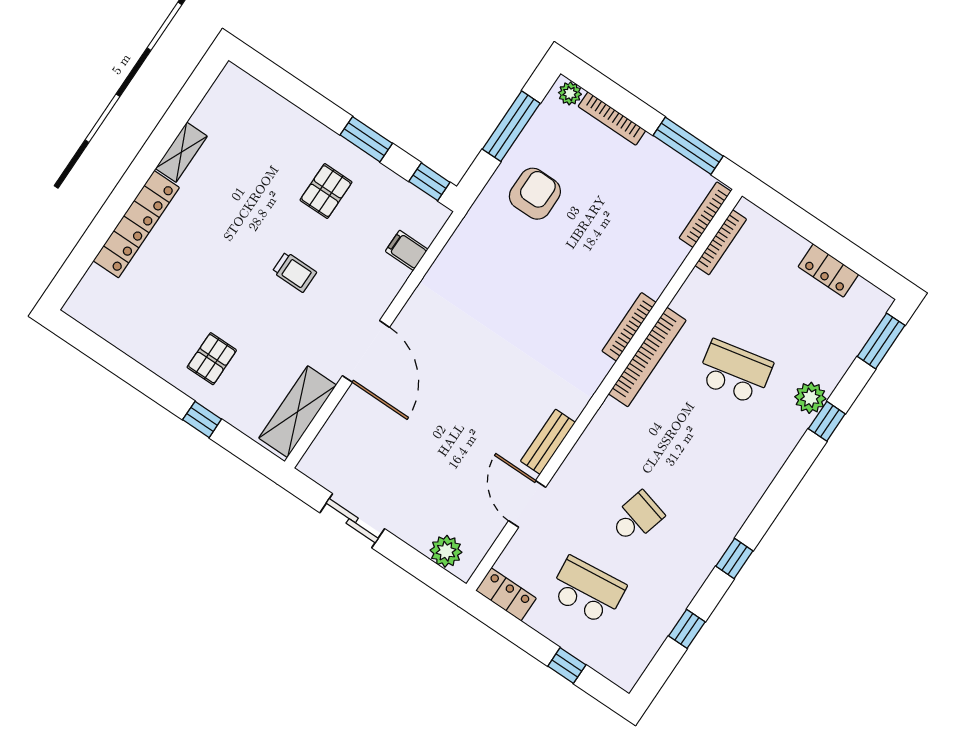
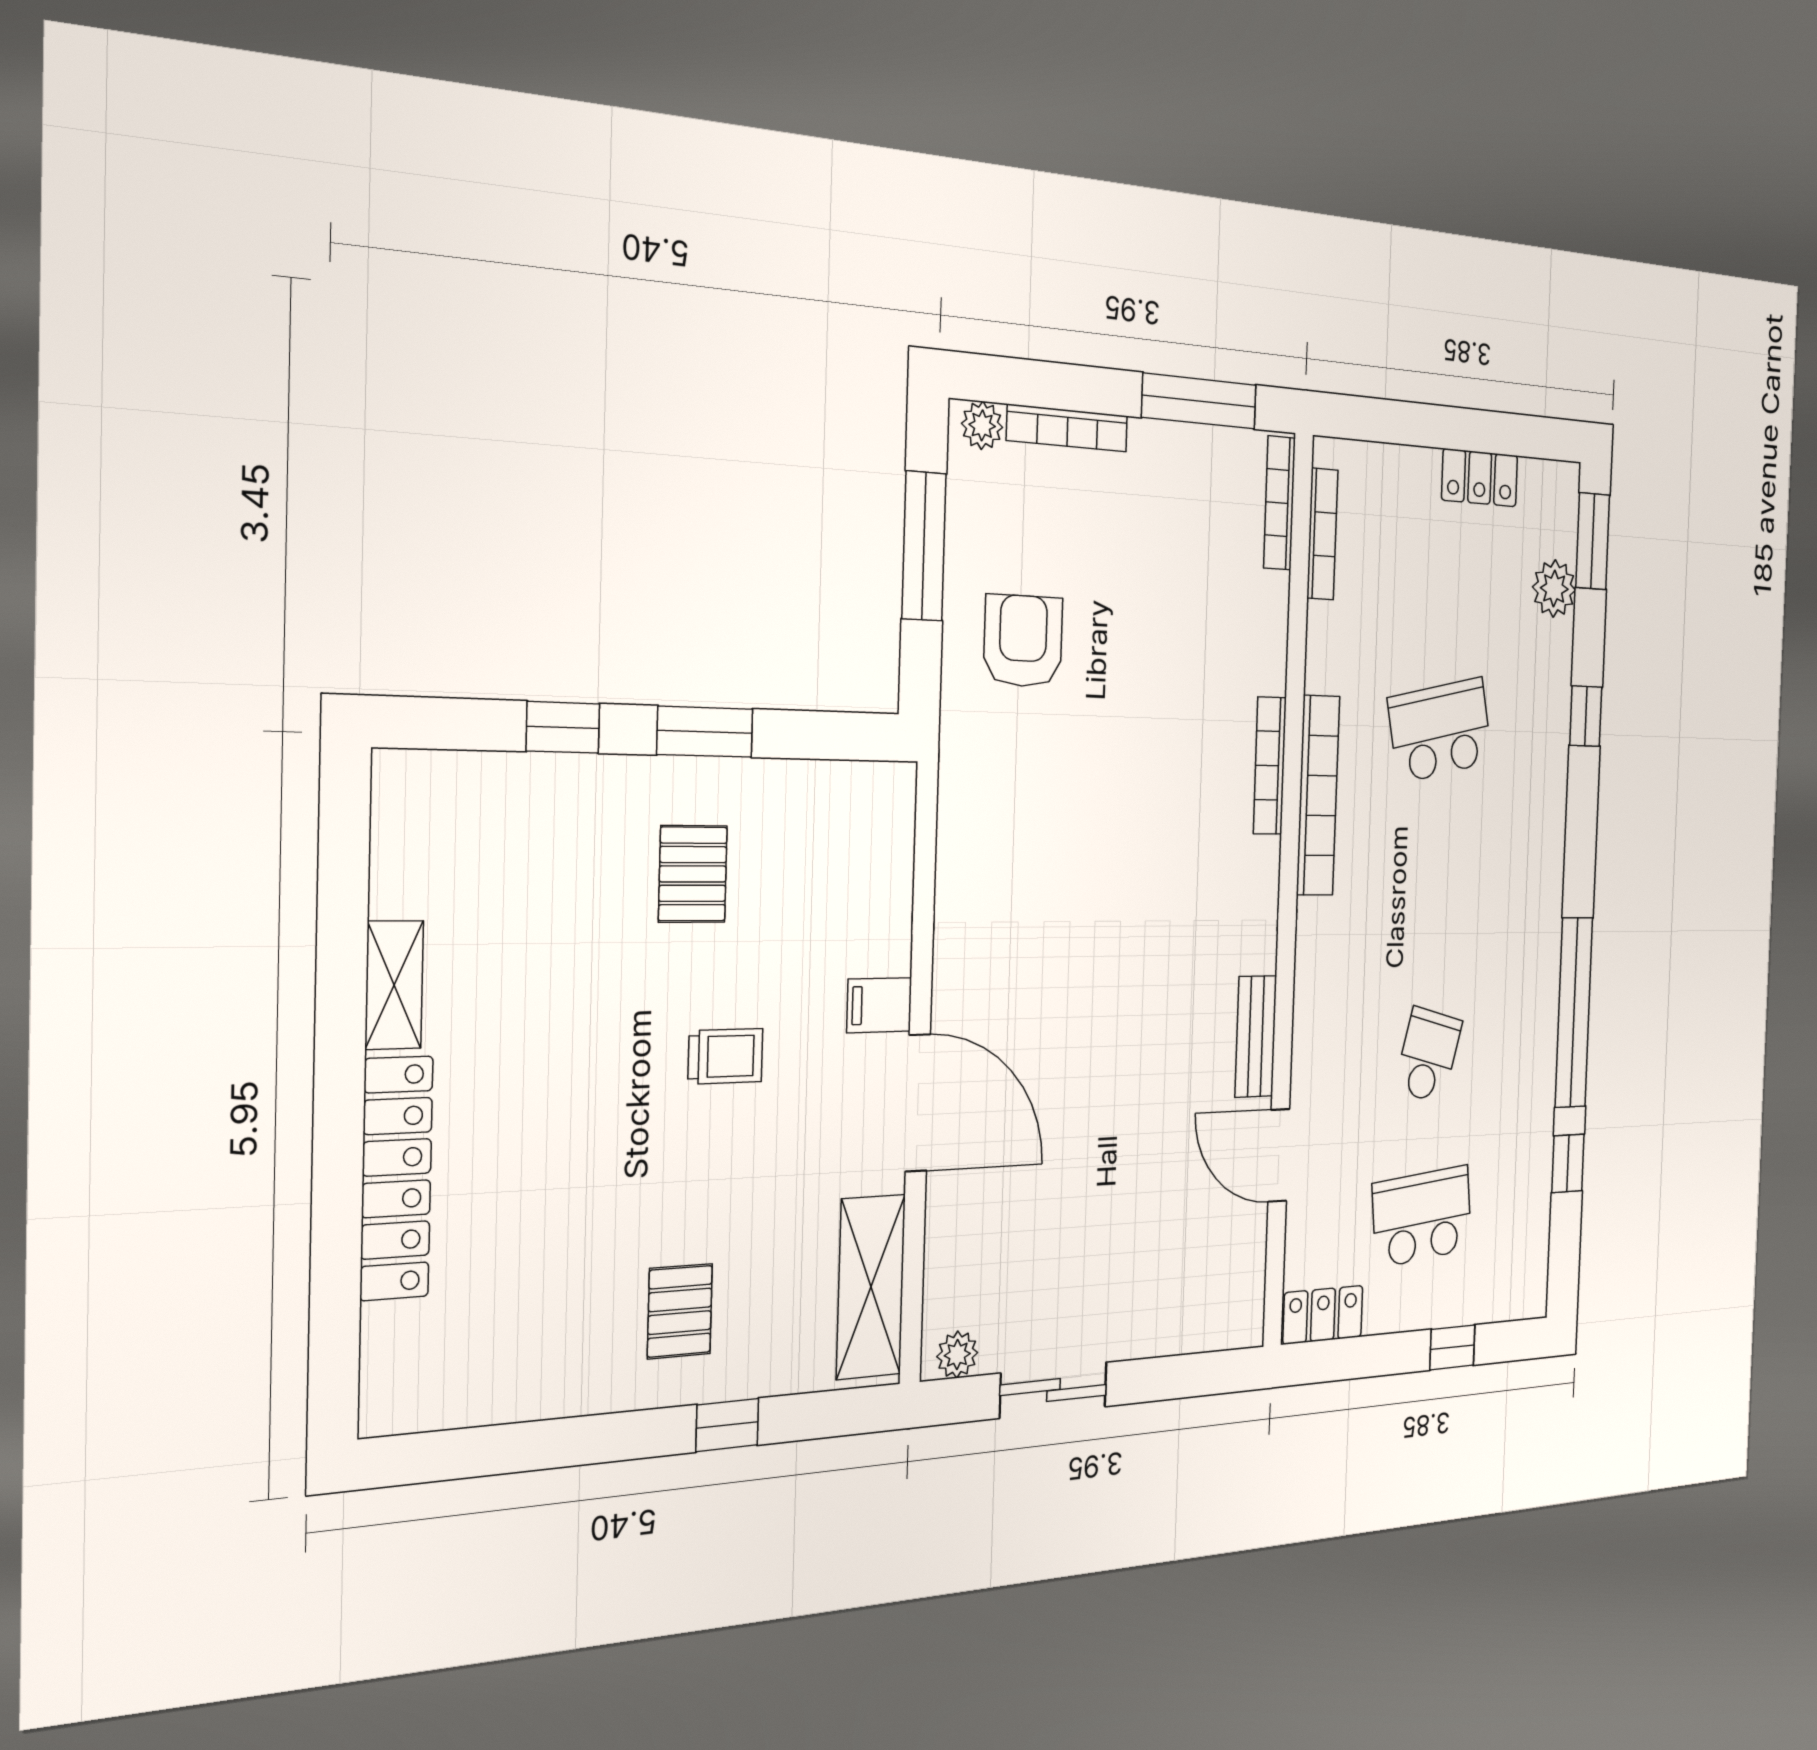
window: (429, 182) -> (563, 727), moved
filing cabinet: (407, 250) -> (879, 1005), moved
plant: (810, 398) -> (1554, 589), moved
plant: (446, 551) -> (957, 1355), moved, width x0.73, depth x0.73
window: (734, 558) -> (1574, 1012), width x3.17

